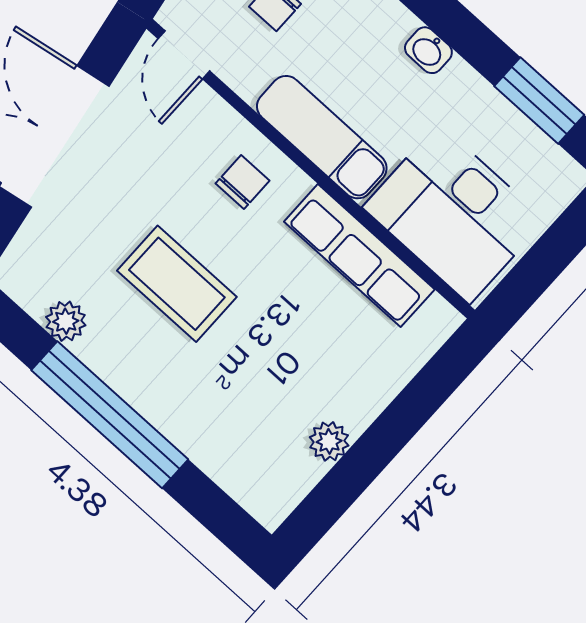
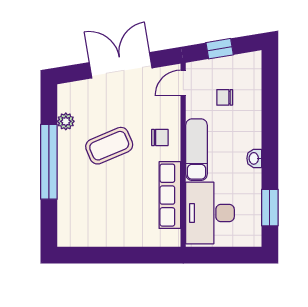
coffee table: (177, 284) -> (109, 146), turned 67
plant: (329, 441) -> (103, 238), removed

